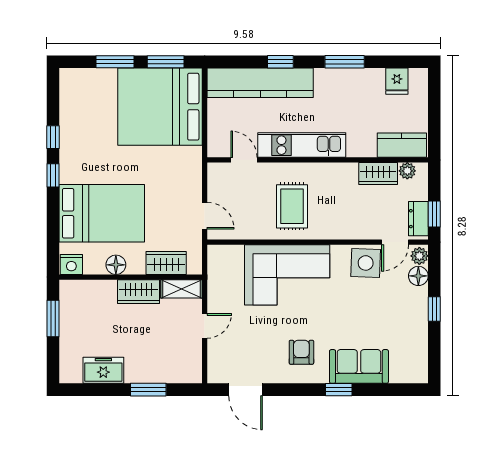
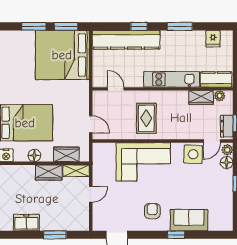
kitchen unit: (302, 145) -> (172, 79), moved

